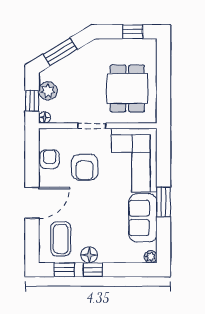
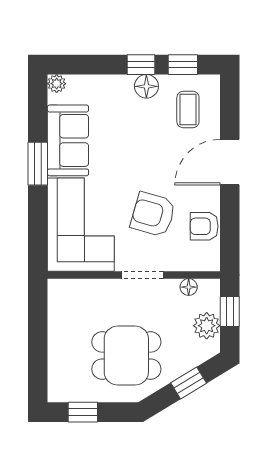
window: (60, 52) -> (189, 383), width x0.67
dining table: (127, 88) -> (126, 356), moved, turned 90
floor lamp: (45, 117) -> (189, 287), moved
armchair: (50, 159) -> (204, 226), turned 90
armchair: (85, 167) -> (153, 214), turned -74
coffee table: (61, 239) -> (188, 110), width x0.73, depth x0.77

